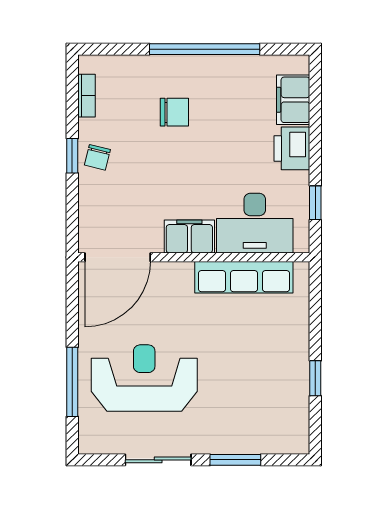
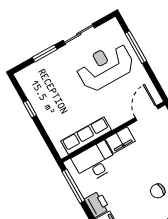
window: (315, 203) -> (73, 186), width x2.17
door: (118, 257) -> (147, 113), width x0.73
reception desk: (144, 378) -> (105, 67), turned 180

